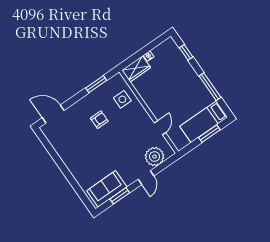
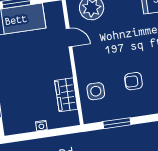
wardrobe: (136, 69) -> (66, 95), moved, turned -90
door: (160, 128) -> (69, 37), swing flipped

